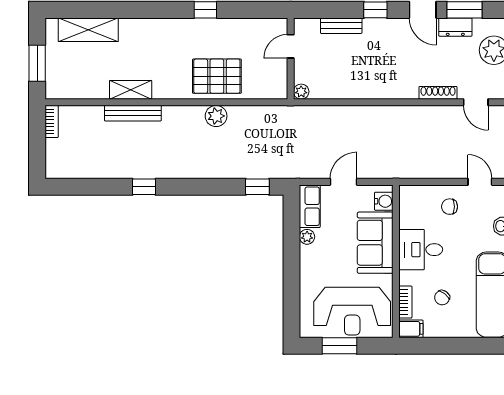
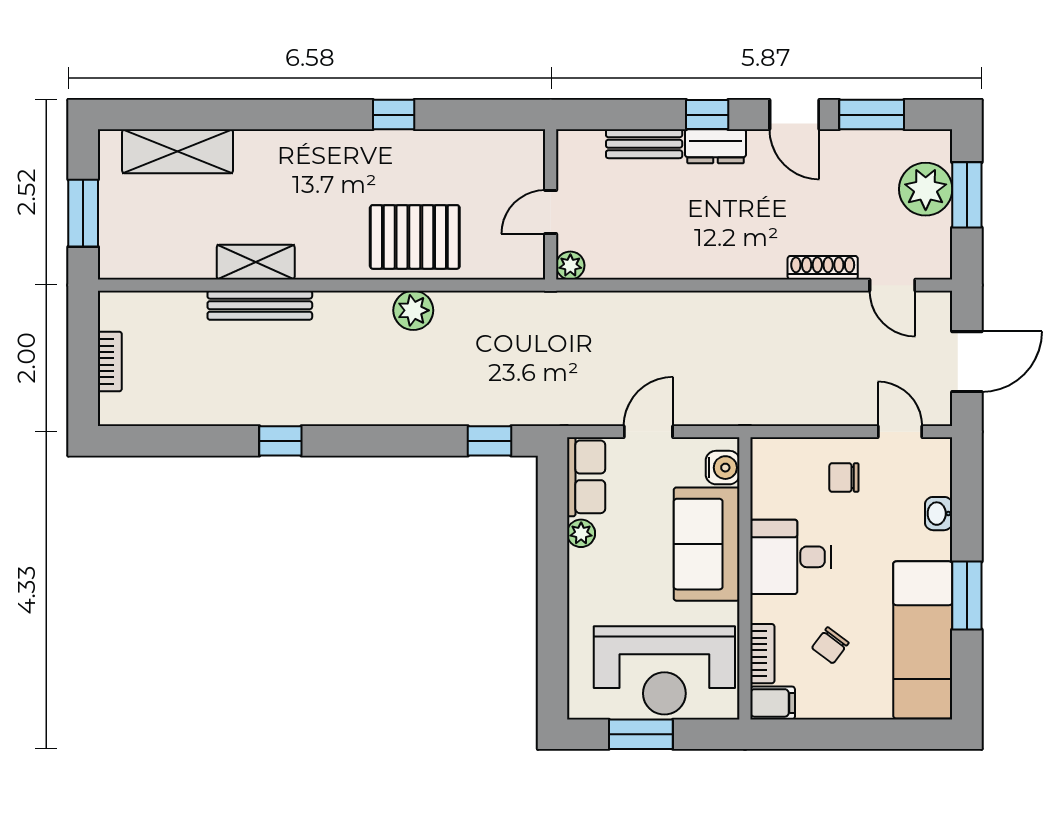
dresser: (455, 27) -> (716, 146), moved
door: (291, 46) -> (551, 212), moved
bookcase: (52, 121) -> (110, 361), moved

